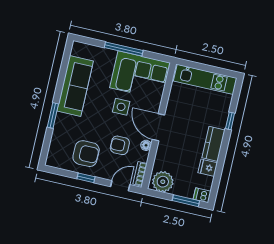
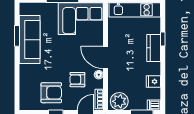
side table: (121, 107) -> (71, 48), removed
window: (53, 116) -> (17, 36), moved
kitchen counter: (214, 144) -> (154, 48), moved

